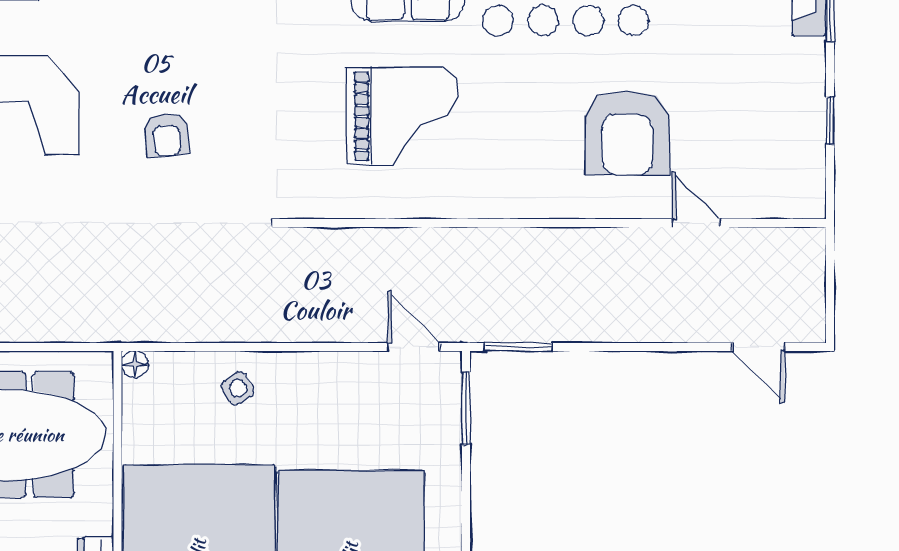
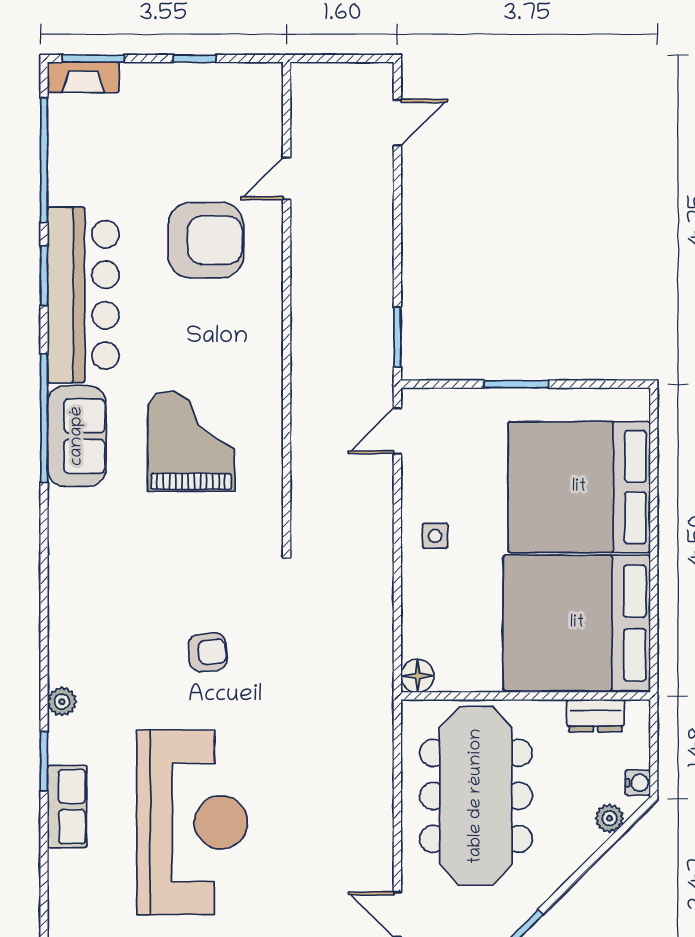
floor lamp: (135, 364) -> (417, 676), width x1.37, depth x1.37
side table: (238, 388) -> (435, 536), moved, turned 33
window: (466, 408) -> (516, 384), moved

